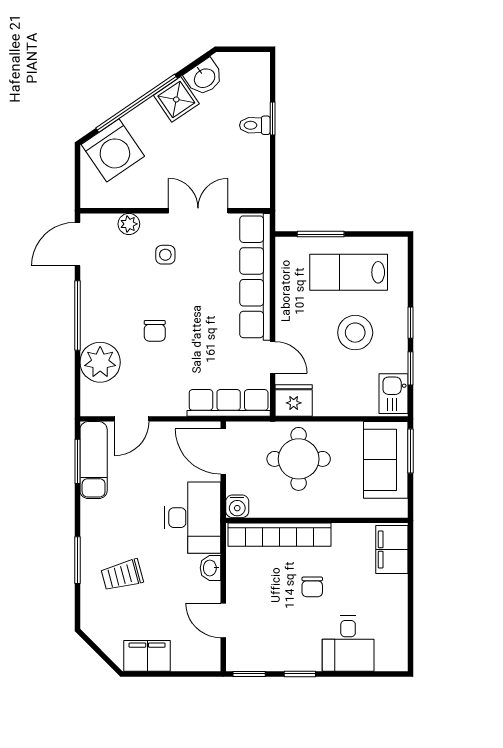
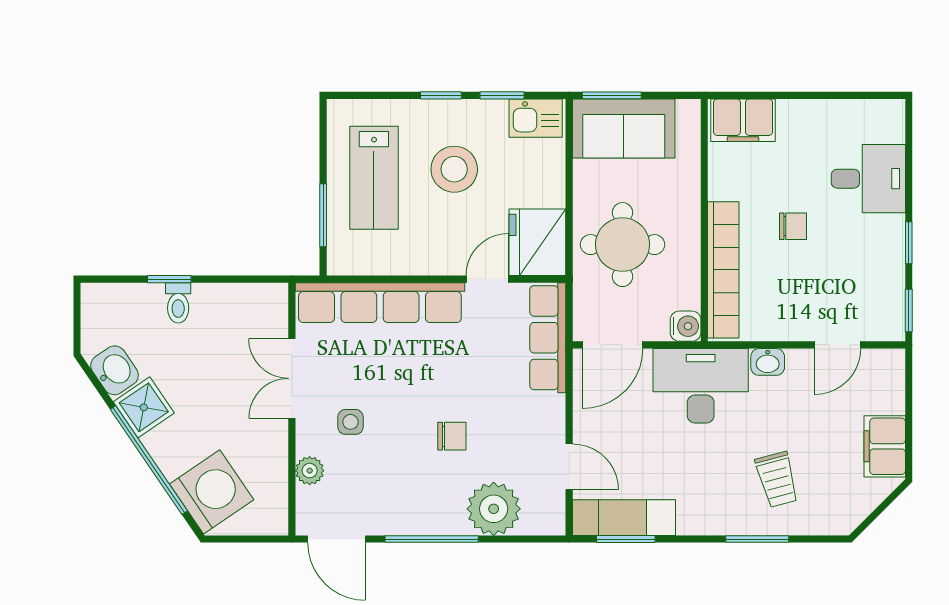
fridge: (294, 400) -> (537, 242), width x1.36, depth x1.34

